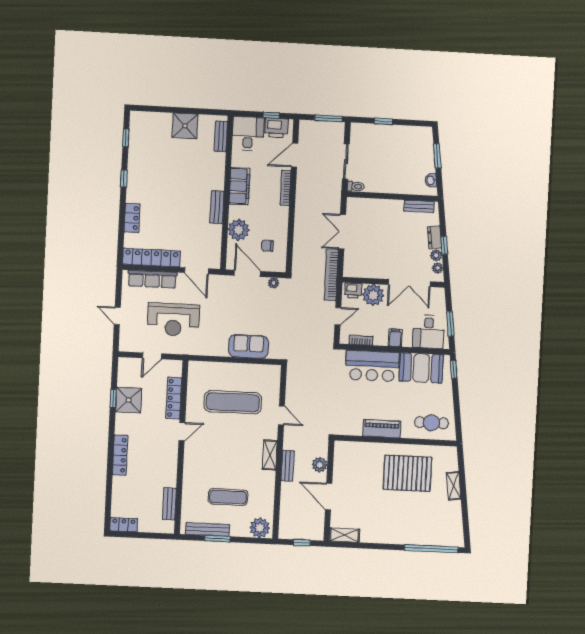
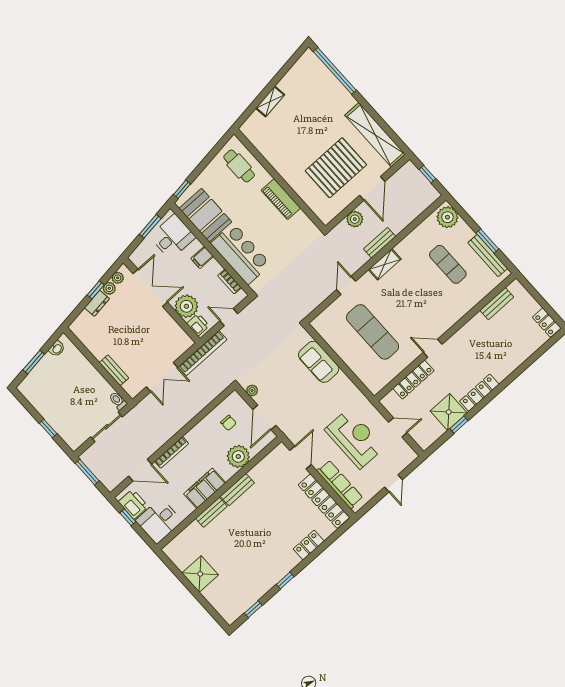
bench: (221, 136) -> (211, 512), moved
bench: (419, 206) -> (114, 370), moved
locker: (120, 455) -> (479, 393), moved
pallet: (407, 473) -> (336, 168), moved, turned 90
shelving: (344, 535) -> (375, 135), width x2.20, depth x1.33

